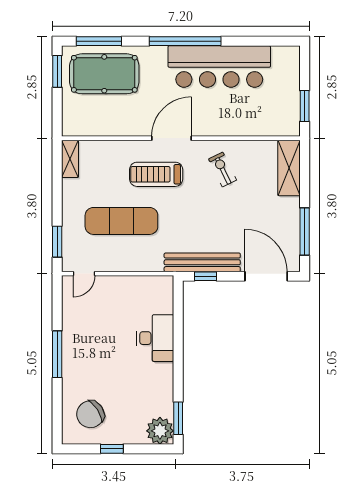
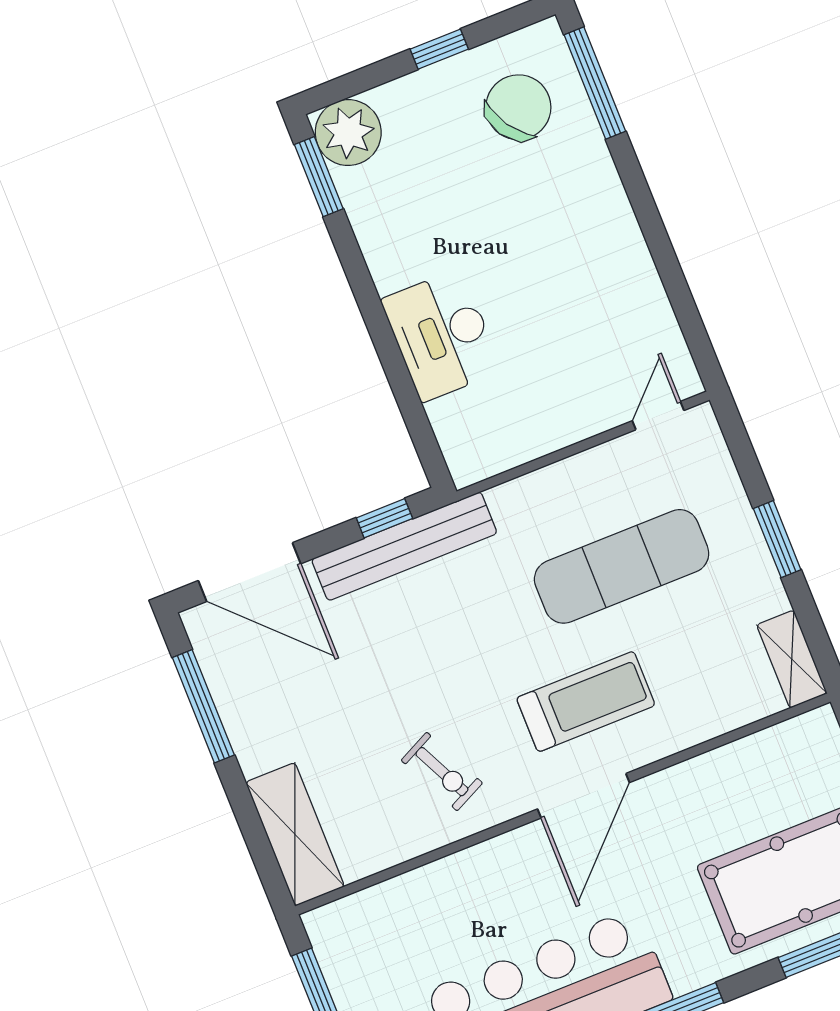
window: (57, 242) -> (777, 539), moved
window: (57, 354) -> (595, 83), moved

